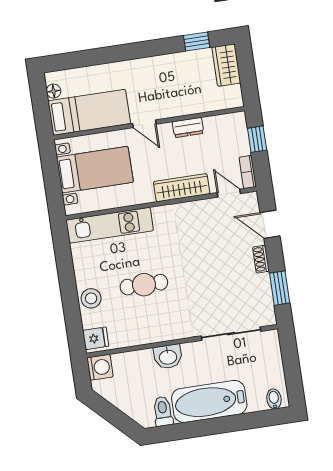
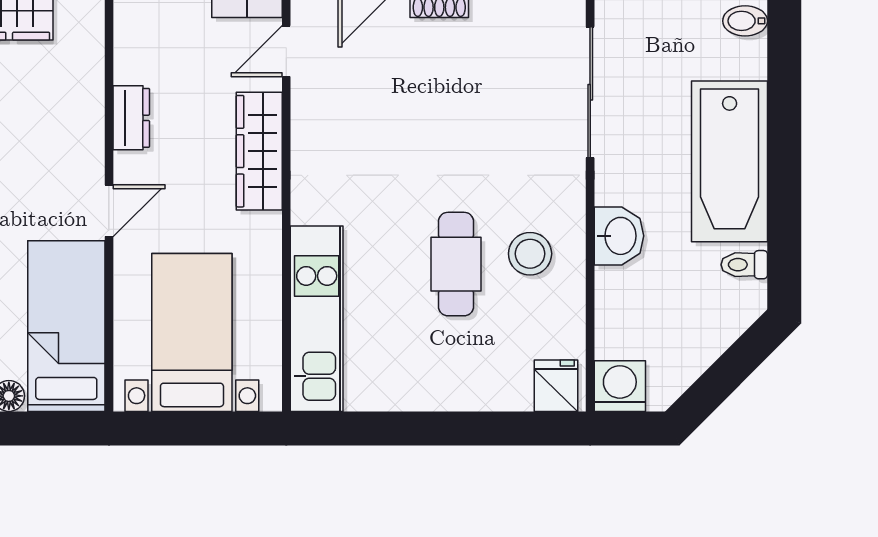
stool: (91, 298) -> (530, 254), moved
toilet: (163, 411) -> (744, 265), width x0.73, depth x0.72

